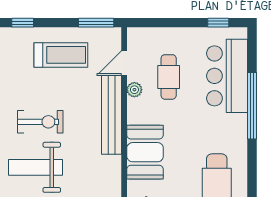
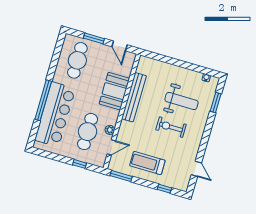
window: (218, 23) -> (80, 164), moved
bar counter: (227, 76) -> (55, 114), width x1.36
cafe table: (169, 77) -> (88, 132), width x1.37, depth x1.35
bench: (112, 115) -> (134, 97), moved

